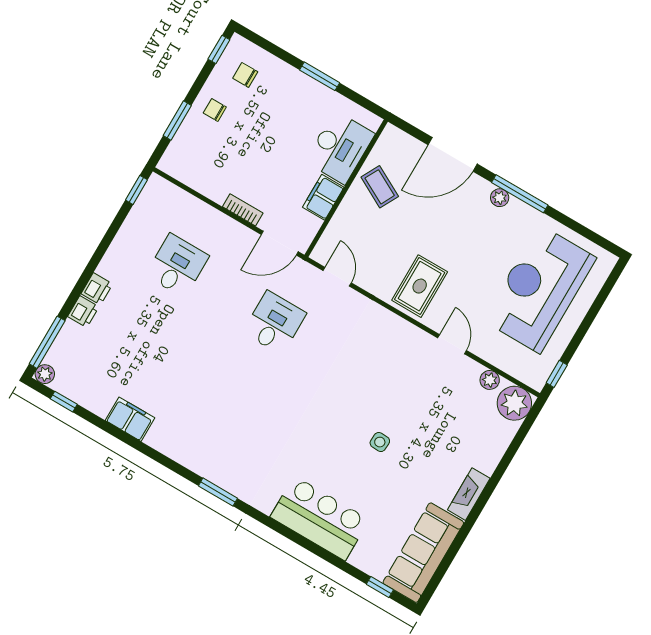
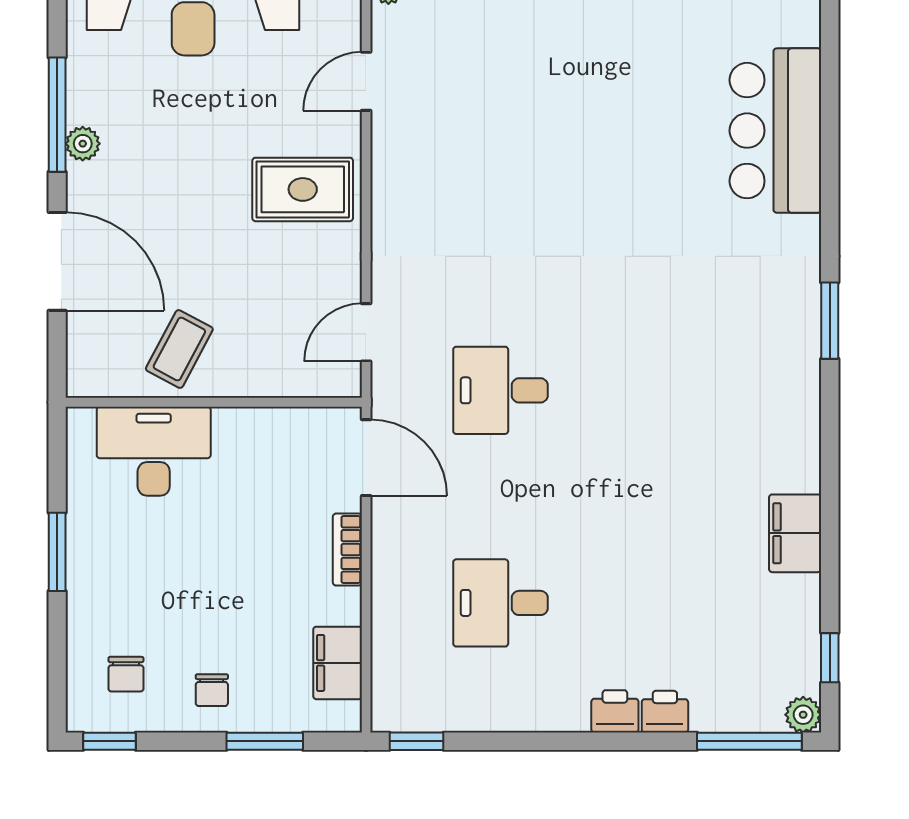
filing cabinet: (323, 197) -> (338, 663), moved, turned 90
side table: (380, 442) -> (594, 105), removed

